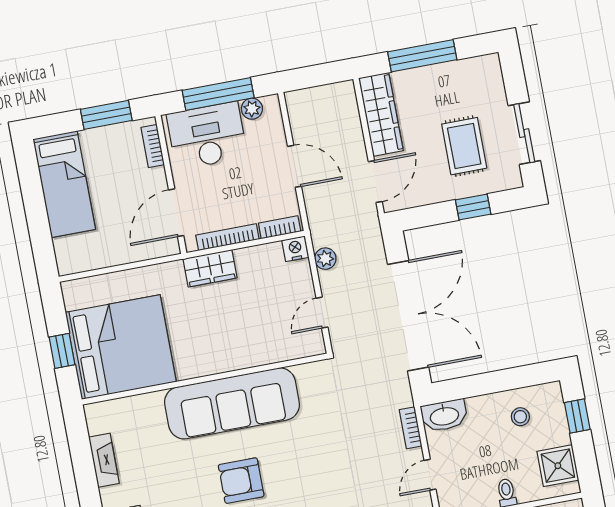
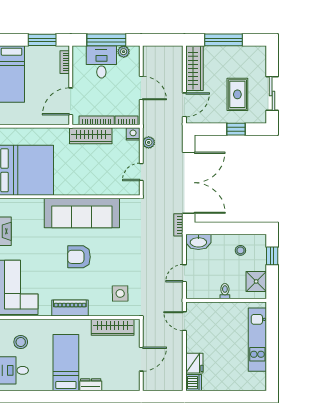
desk: (207, 136) -> (101, 62), width x0.73
wardrobe: (210, 268) -> (91, 136), width x1.50
bookcase: (411, 428) -> (178, 225), moved

